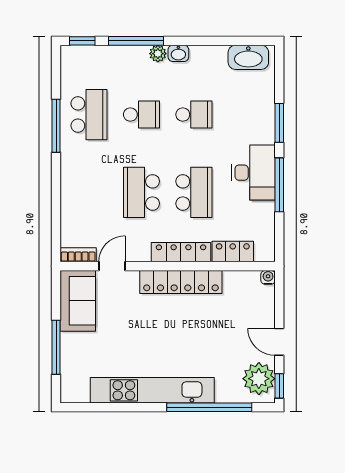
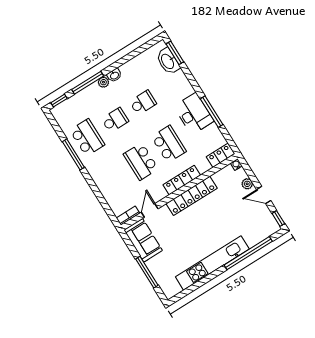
washbasin: (248, 57) -> (168, 61), moved, turned 90
window: (279, 123) -> (175, 53), moved
locker: (233, 252) -> (221, 155), moved
plant: (259, 379) -> (247, 184), moved, width x0.53, depth x0.53

